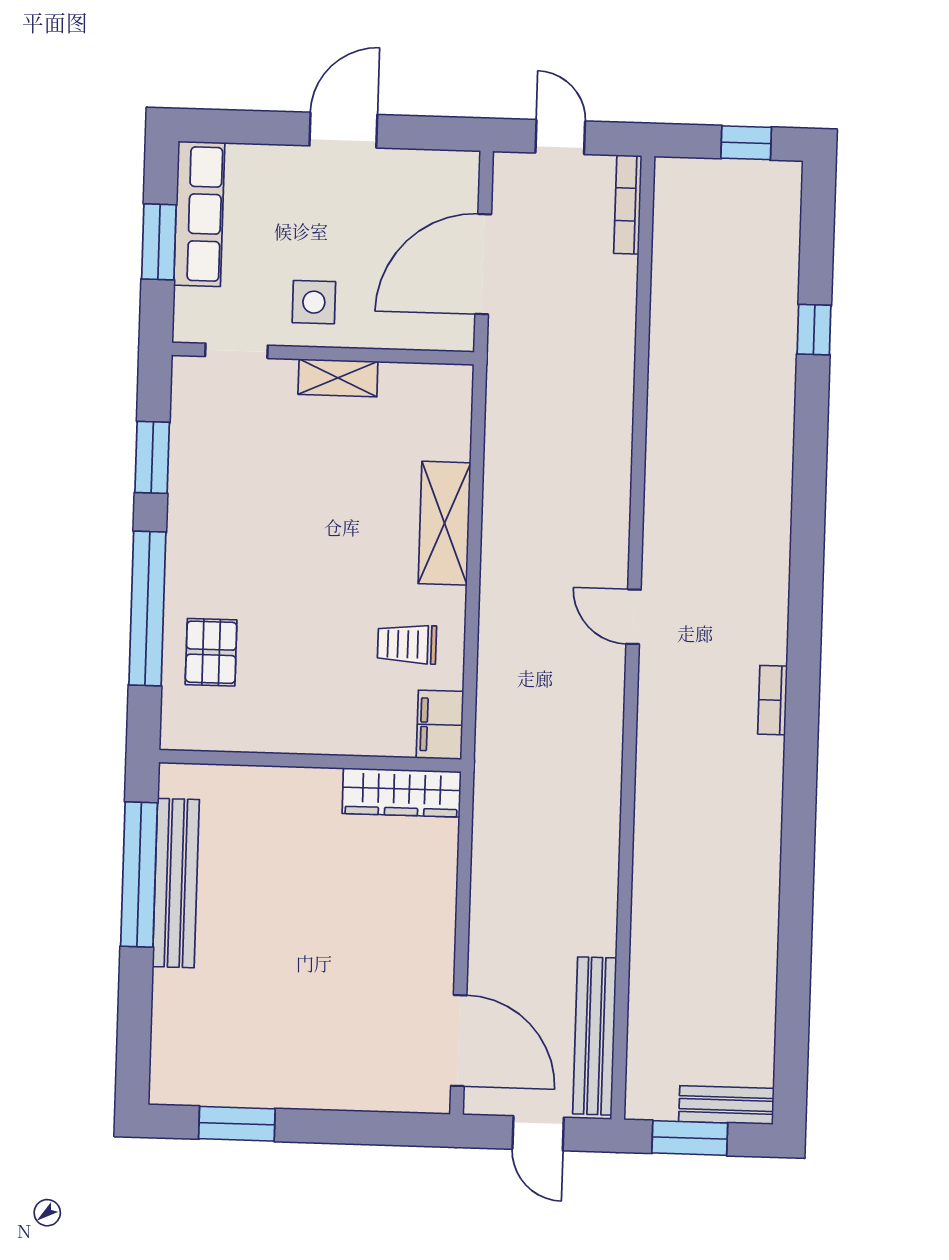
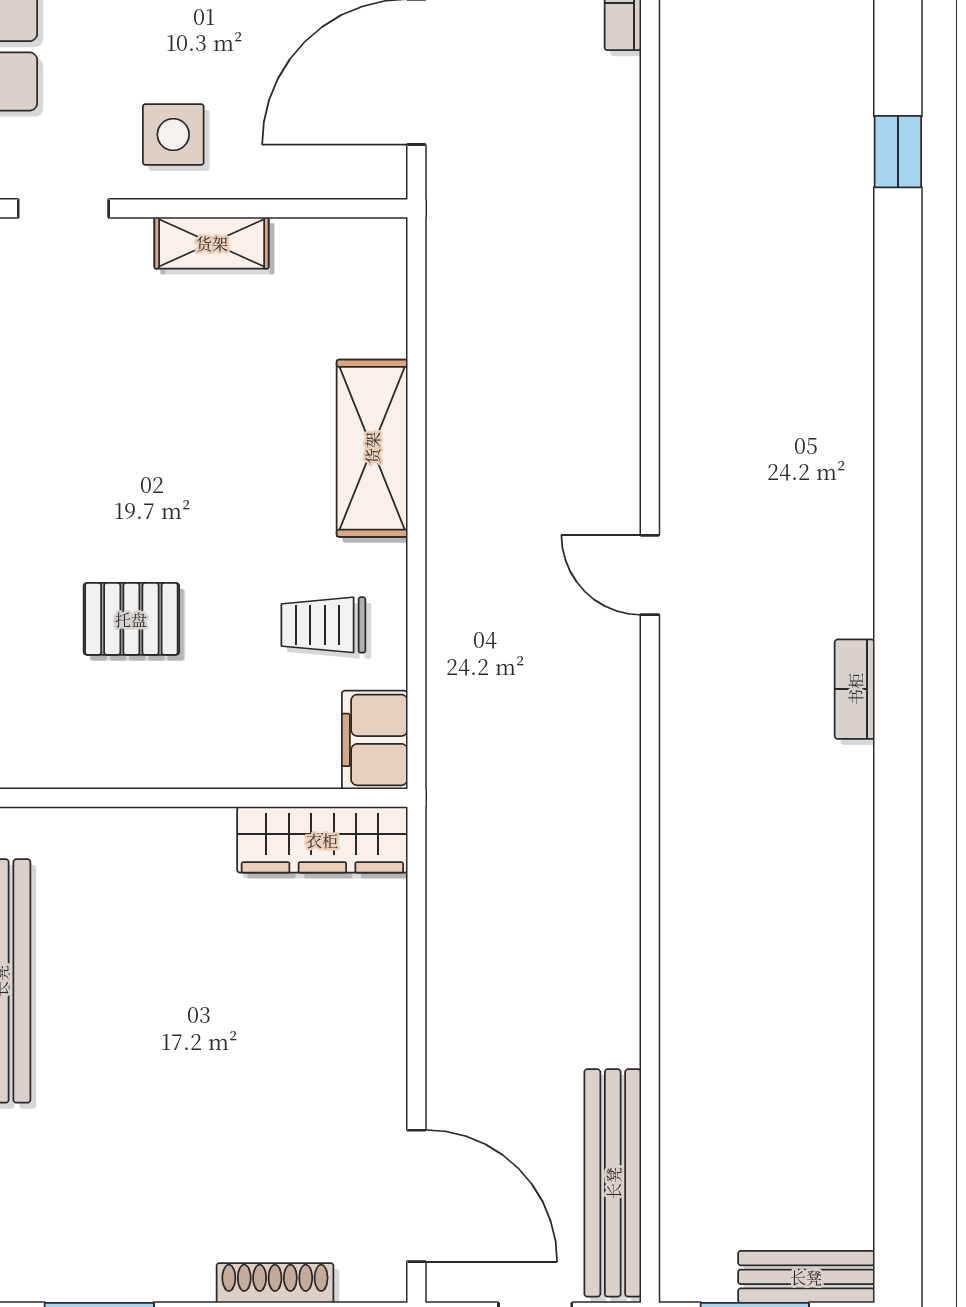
pallet: (211, 652) -> (131, 619), moved, turned 90
shoe rack: (359, 1098) -> (275, 1283), added

